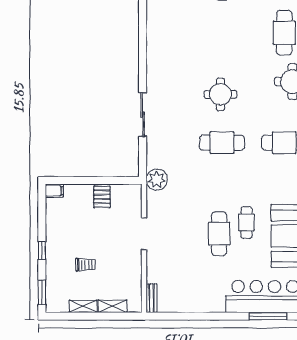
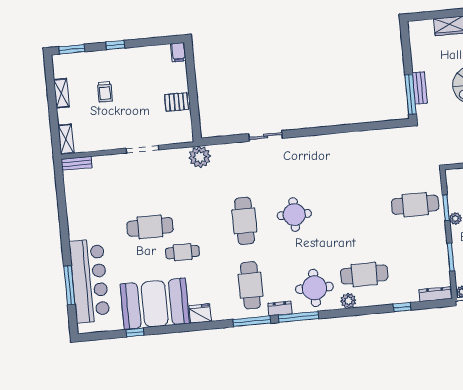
sliding door: (143, 115) -> (266, 136), width x0.73
cafe table: (246, 222) -> (183, 252), moved
shelving: (112, 306) -> (66, 139), moved

